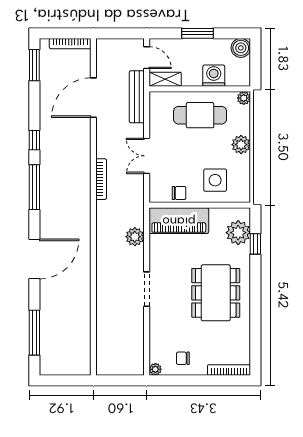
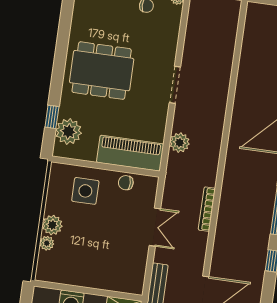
plant: (244, 98) -> (47, 243), moved
cafe table: (200, 115) -> (92, 263), removed
dining table: (216, 293) -> (102, 71), turned 90

